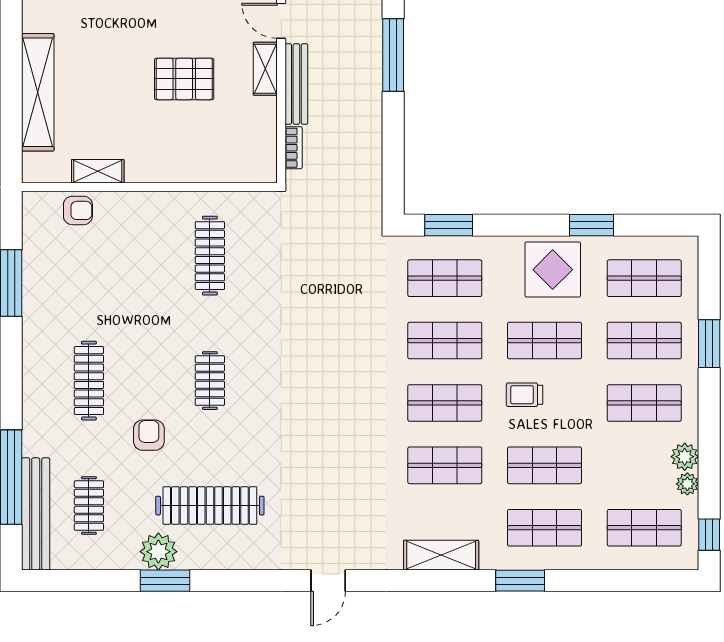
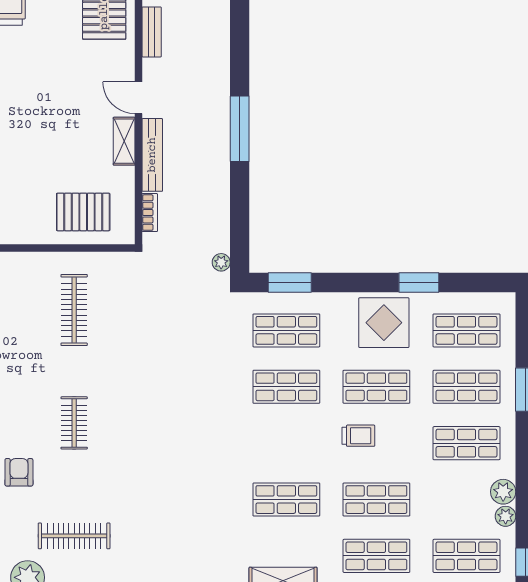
pallet: (184, 79) -> (83, 212), moved
plant: (373, 203) -> (221, 262), added
trolley: (525, 395) -> (358, 436), turned 180
shop shelf: (445, 403) -> (286, 443), removed
clothes rail: (210, 506) -> (74, 536), width x0.73, depth x0.76

